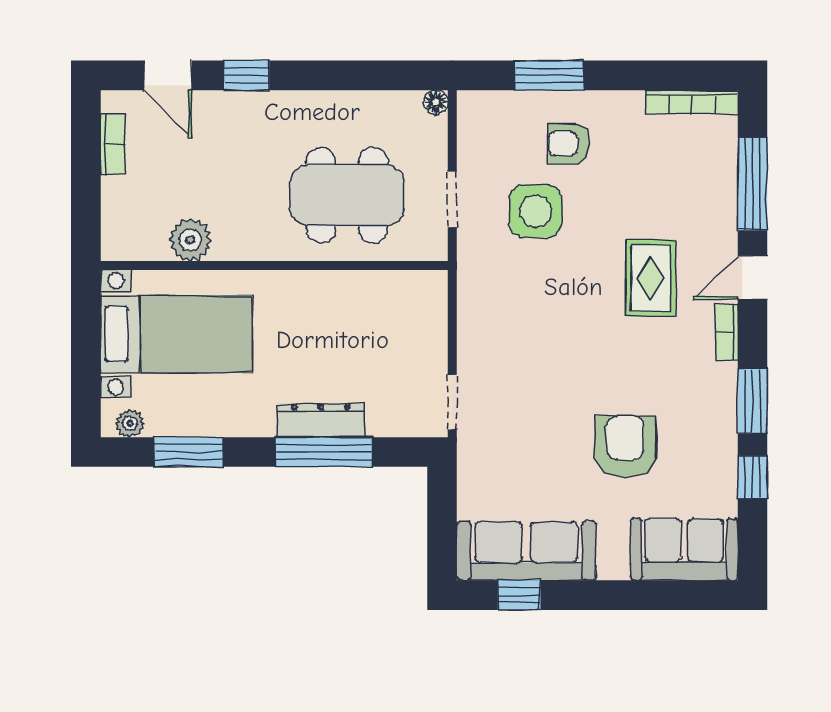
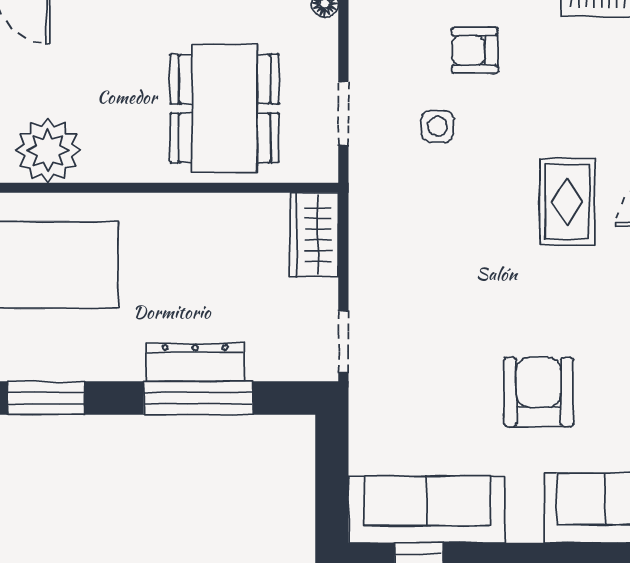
dining table: (347, 195) -> (225, 109), turned 90
side table: (536, 211) -> (438, 126), width x0.54, depth x0.54
plant: (190, 240) -> (48, 150), width x1.36, depth x1.36
wardrobe: (426, 307) -> (314, 235), added

